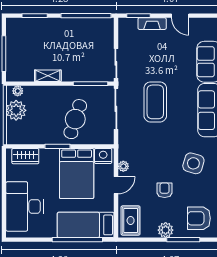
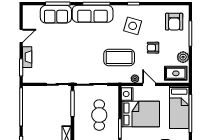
coffee table: (155, 102) -> (119, 57), moved
cafe table: (75, 119) -> (99, 115), turned 72
plant: (166, 230) -> (183, 57), moved

